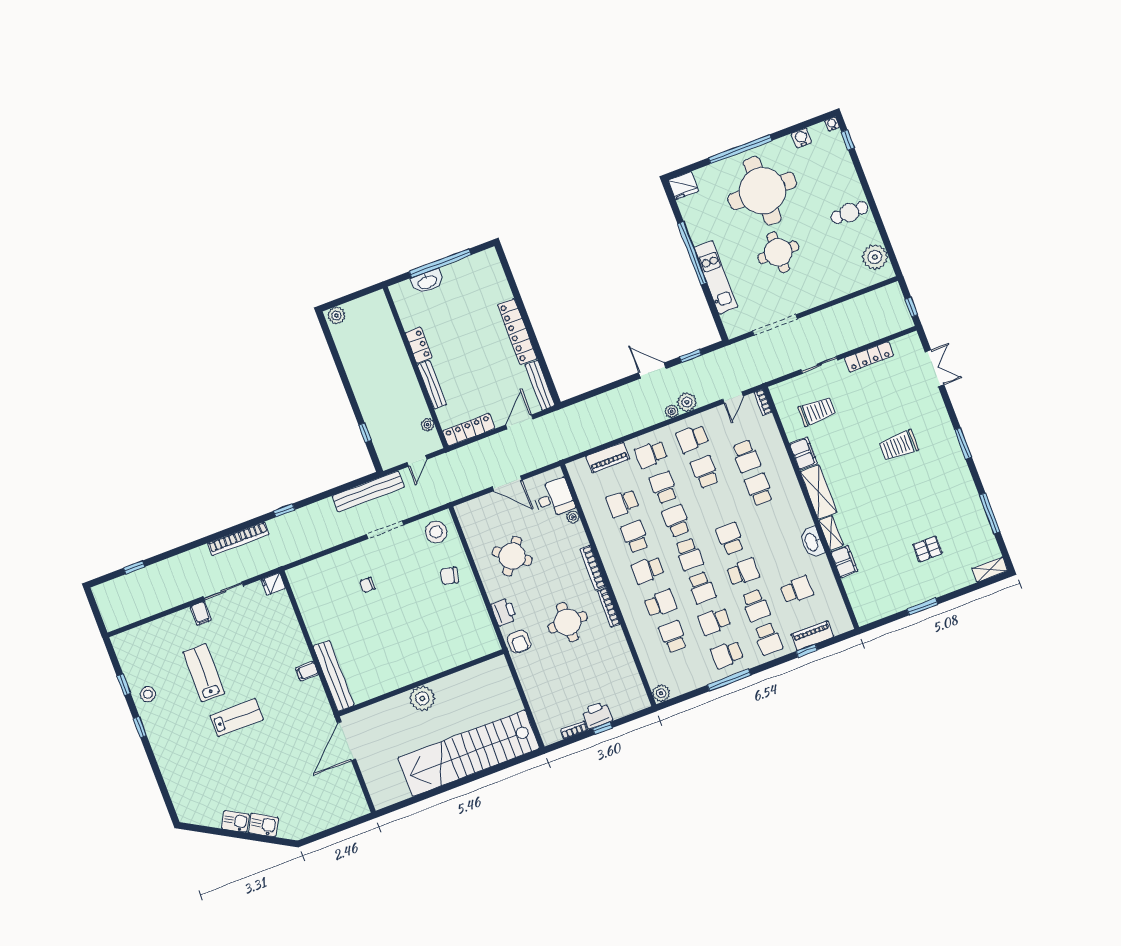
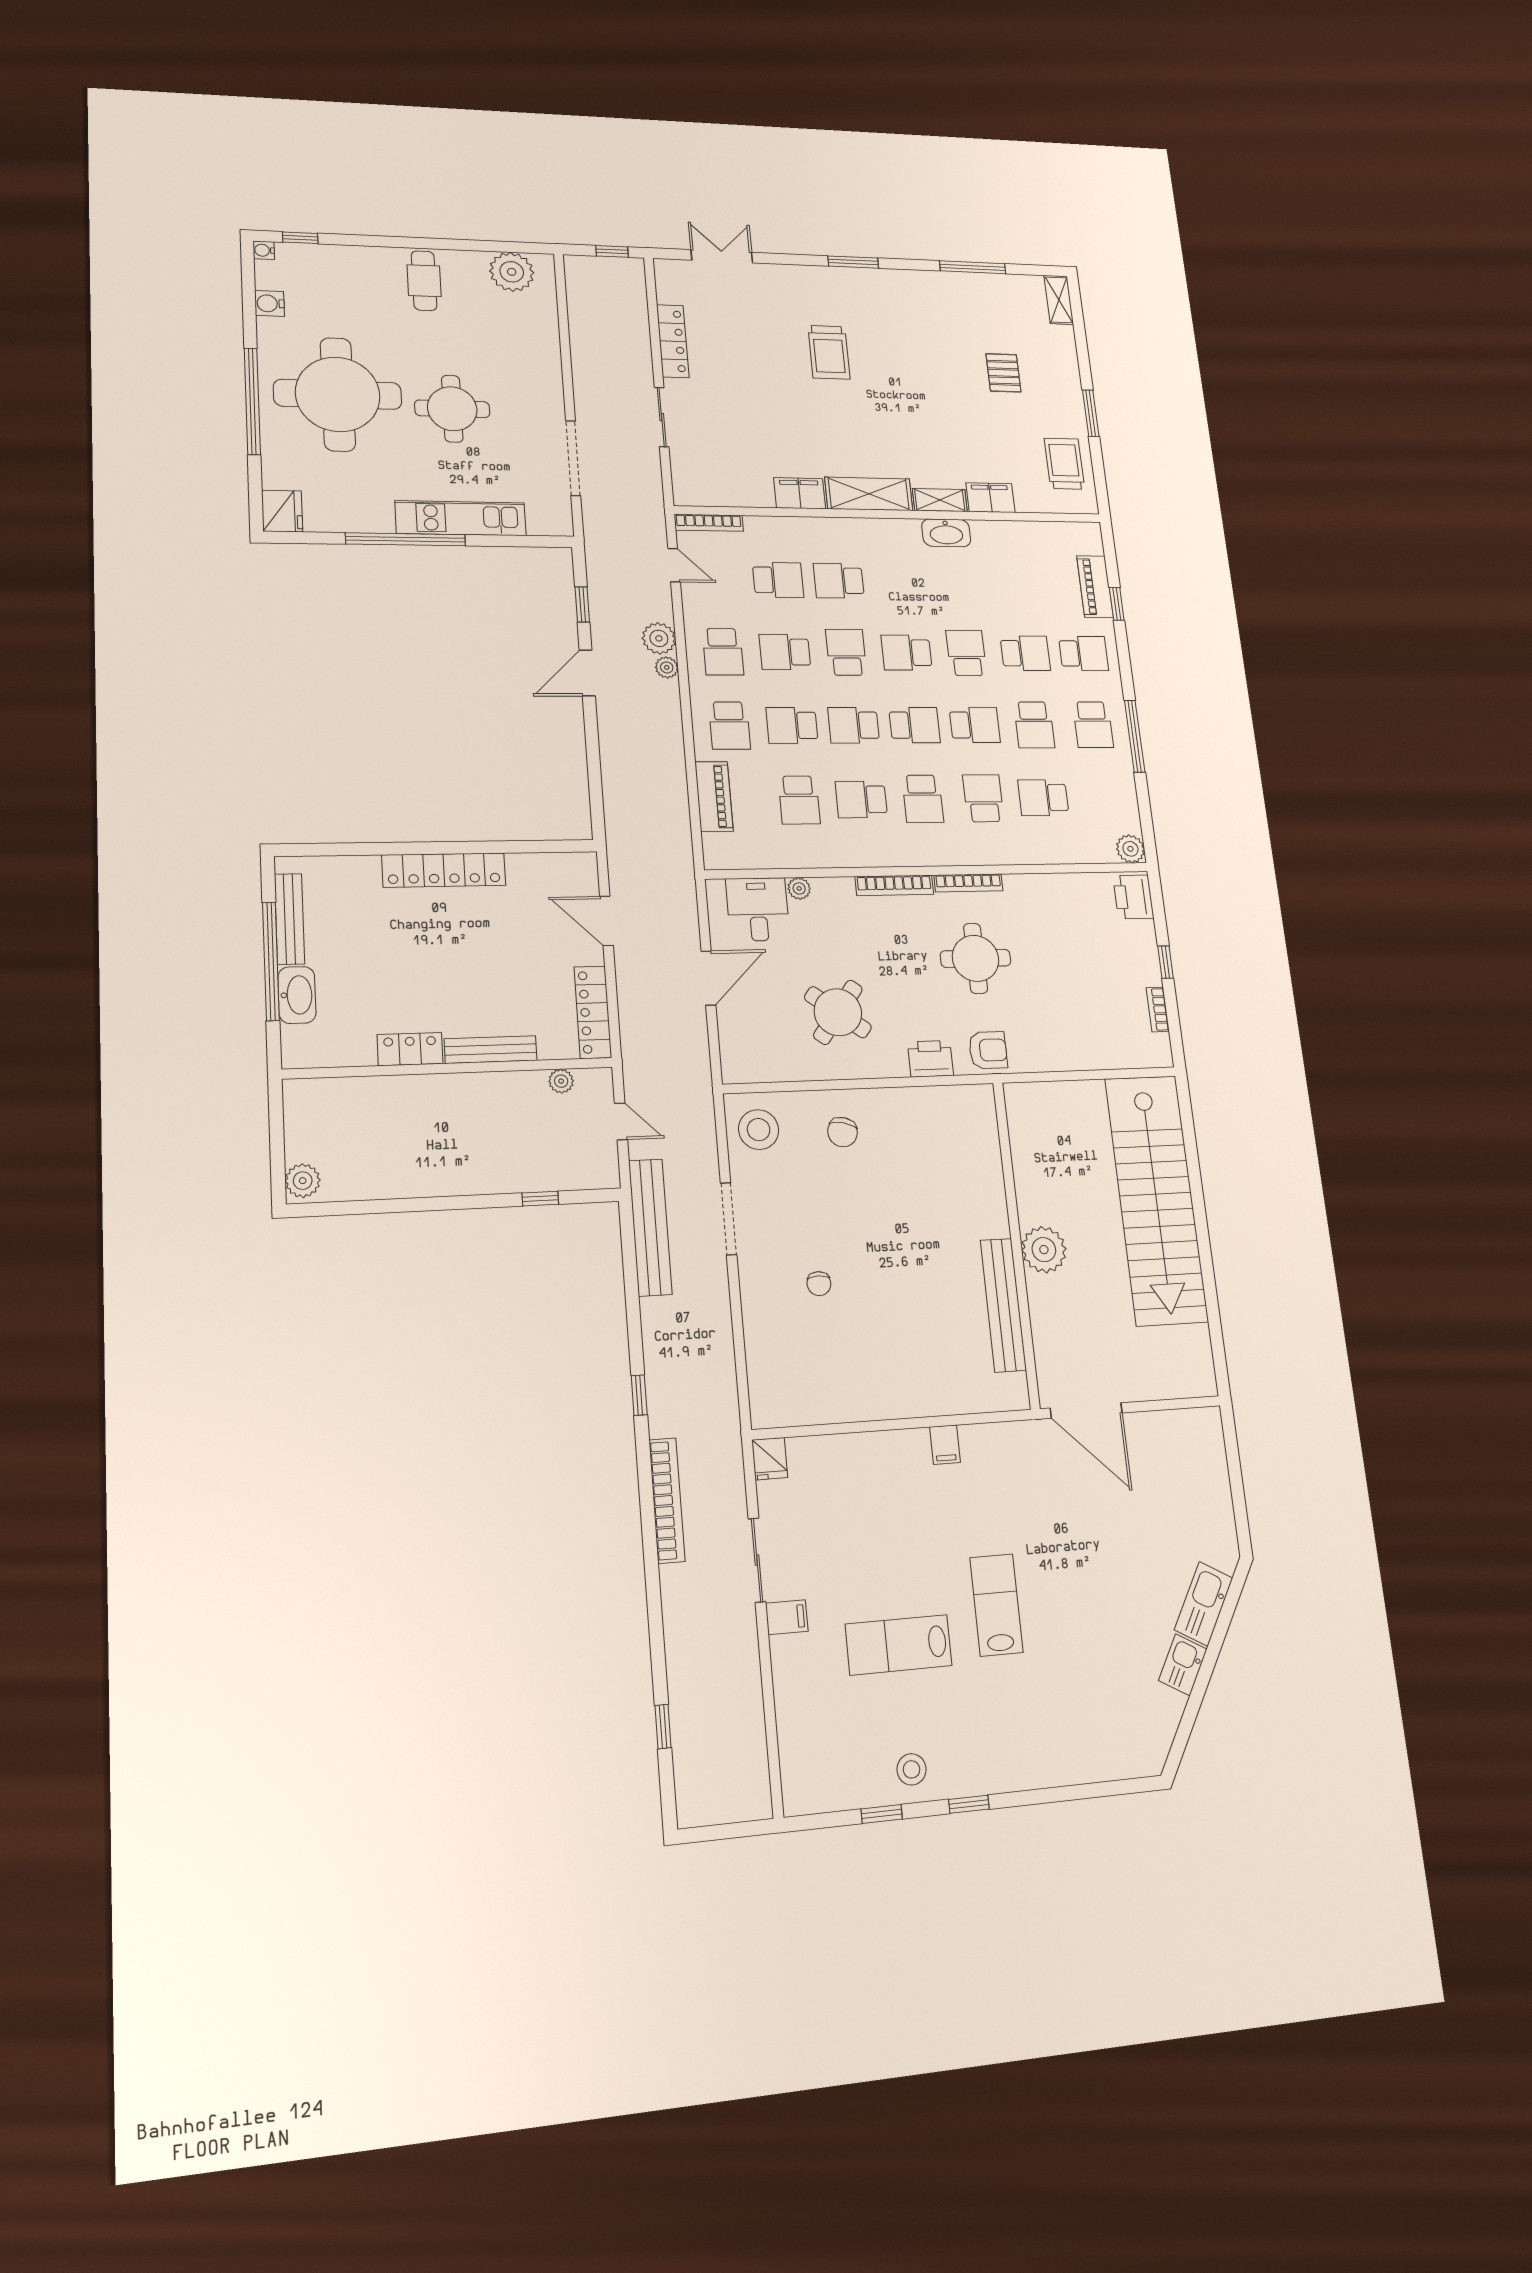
bench: (540, 385) -> (290, 919), moved, turned 90
bookcase: (763, 402) -> (709, 523), width x1.56
trolley: (817, 411) -> (1064, 464), moved
school desk: (797, 590) -> (846, 652), moved
bench: (334, 676) -> (1003, 1305), moved, turned 90
printer: (597, 715) -> (1133, 897), moved
kitchen sink: (263, 825) -> (1204, 1604), width x1.38

